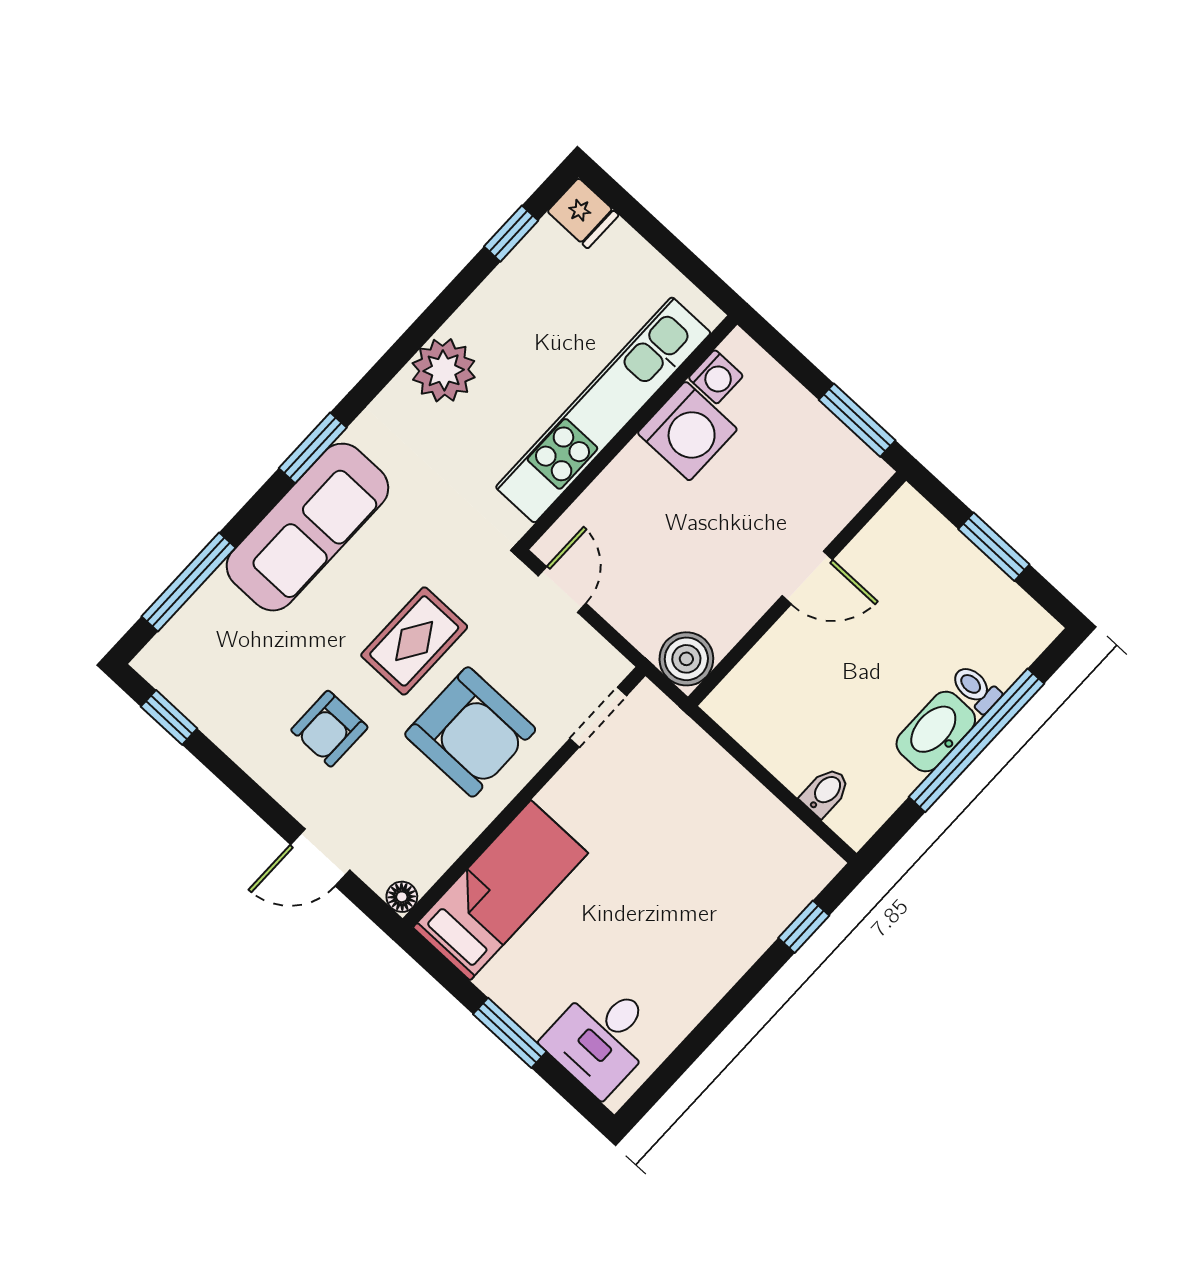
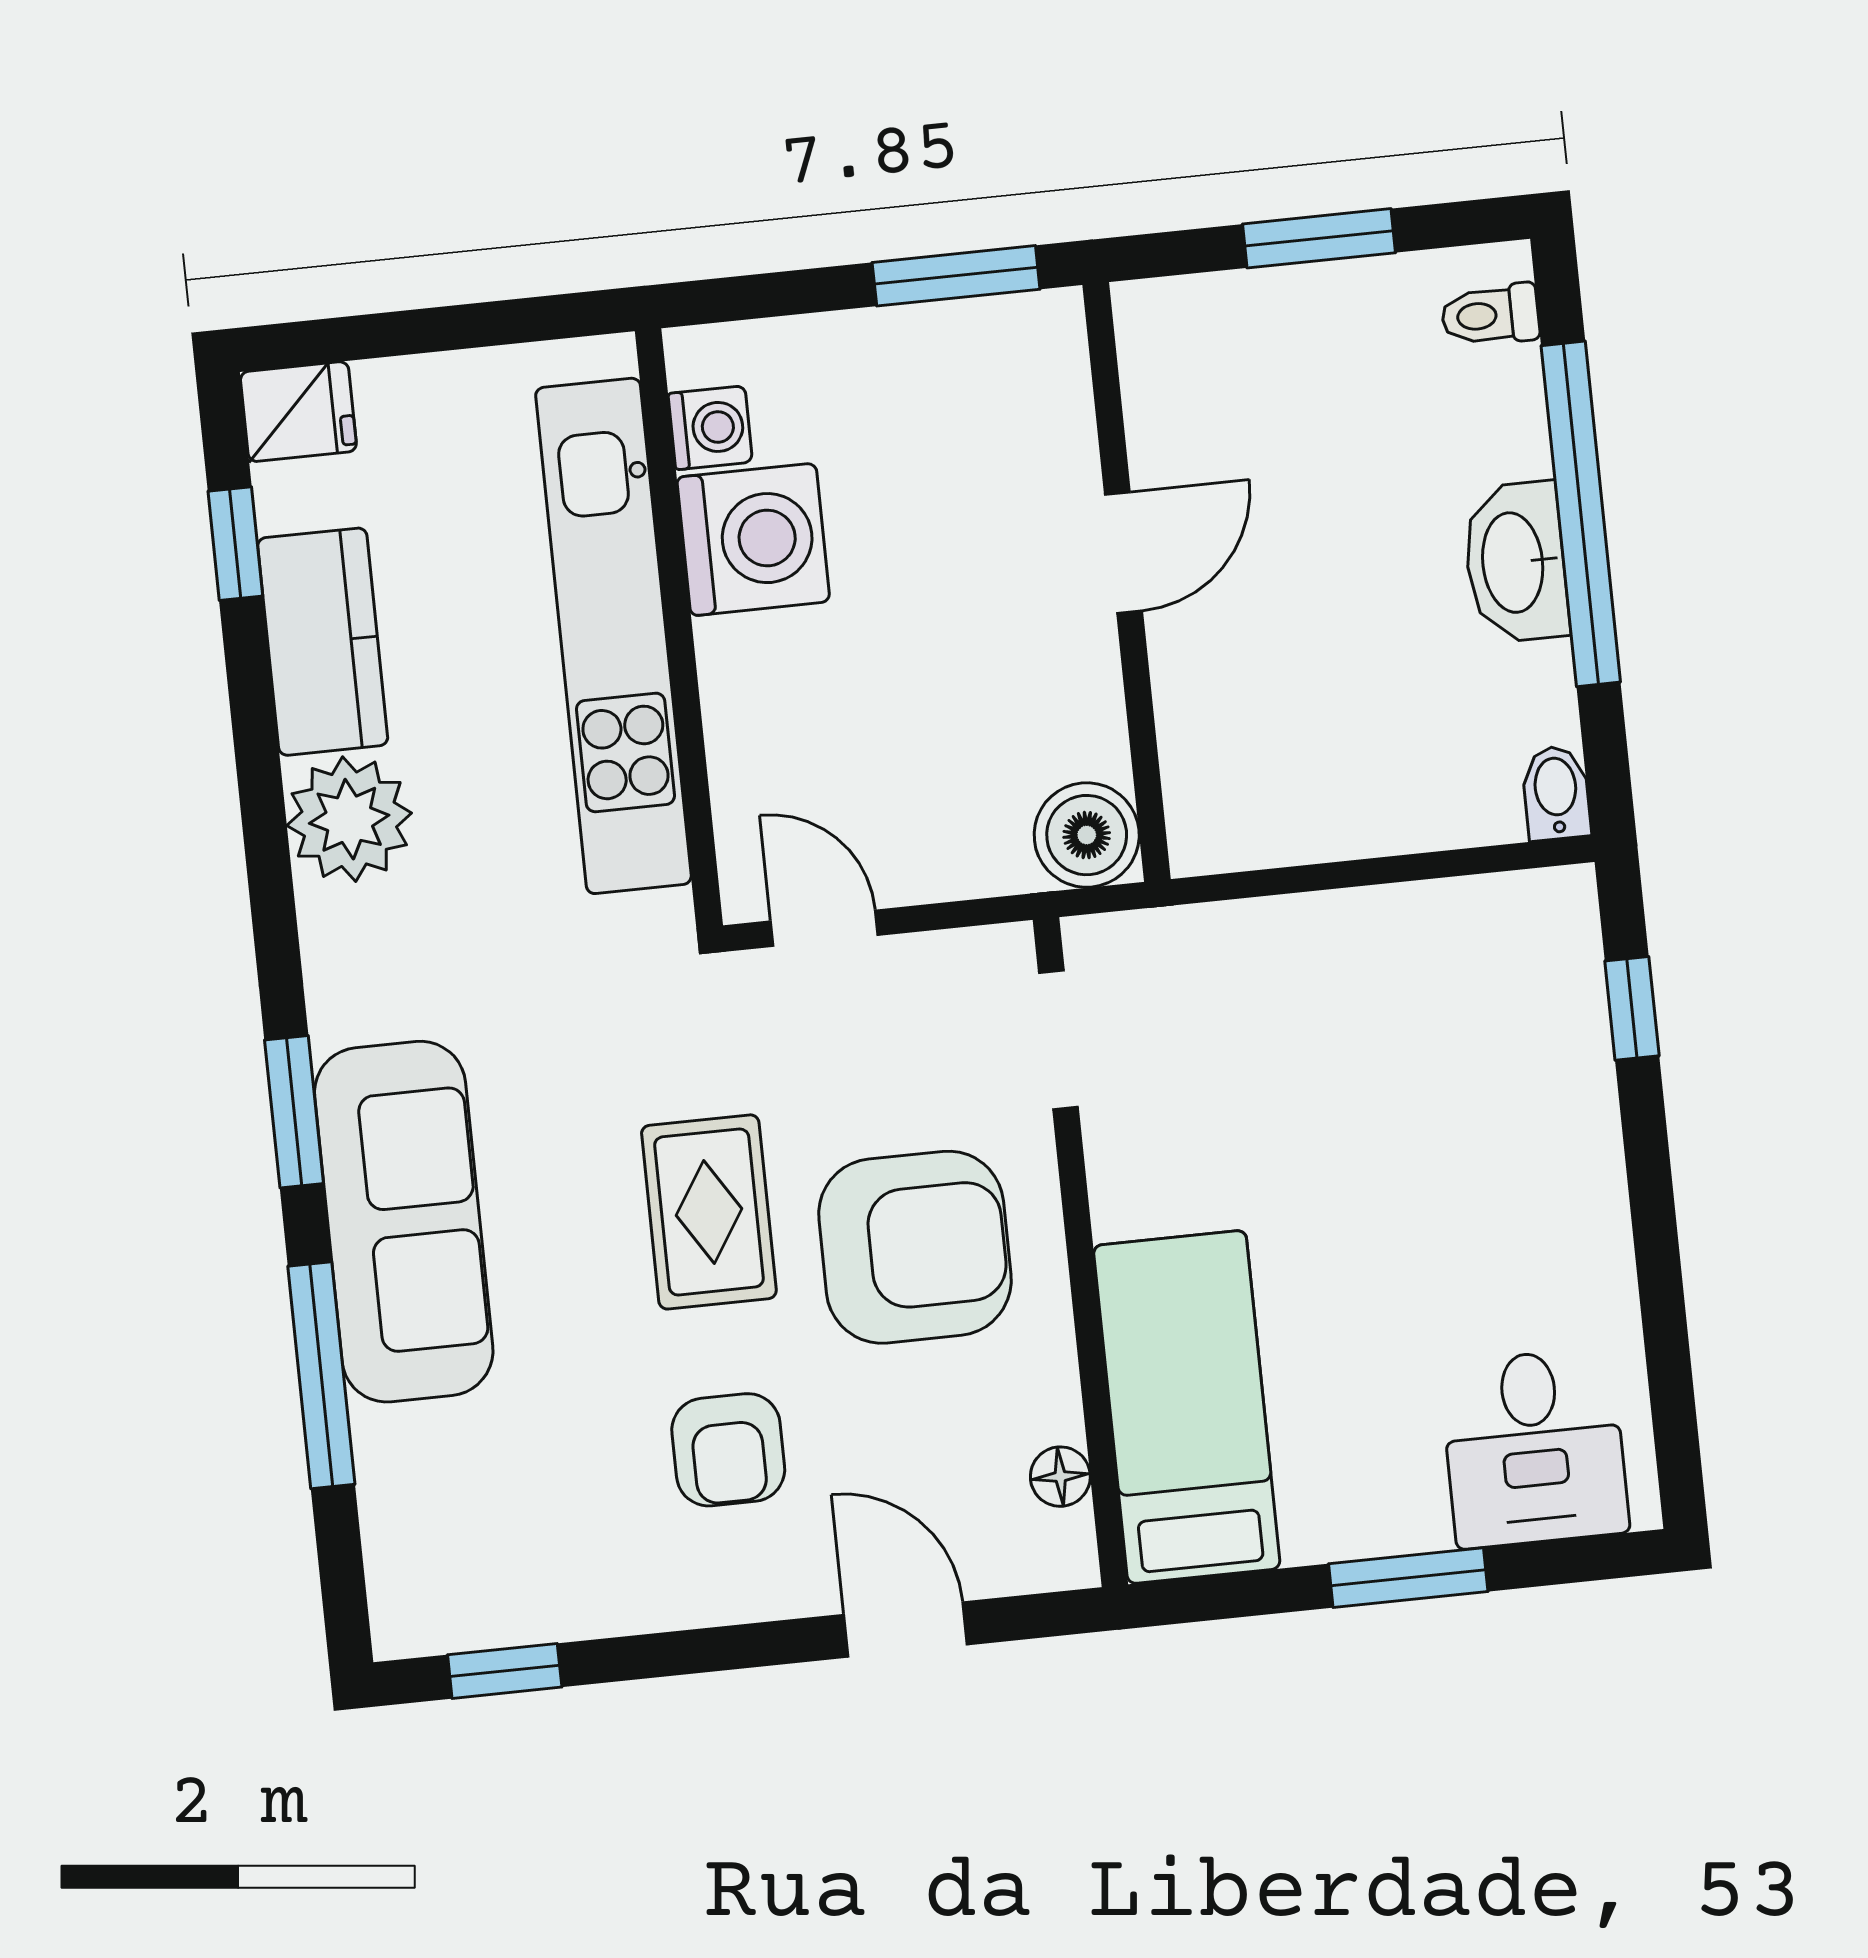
kitchen counter: (503, 300) -> (323, 642), added
window: (189, 582) -> (321, 1375), moved
toilet: (976, 689) -> (1490, 315), moved
bidet: (825, 792) -> (1556, 793), moved
door: (320, 857) -> (905, 1630), swing flipped
floor lamp: (402, 897) -> (1060, 1477), moved

